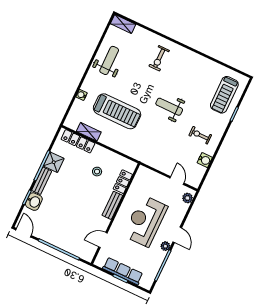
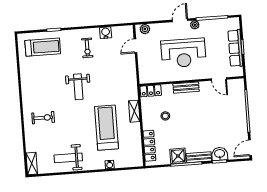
shelving: (89, 132) -> (134, 111), moved
locker: (123, 182) -> (151, 91), moved

